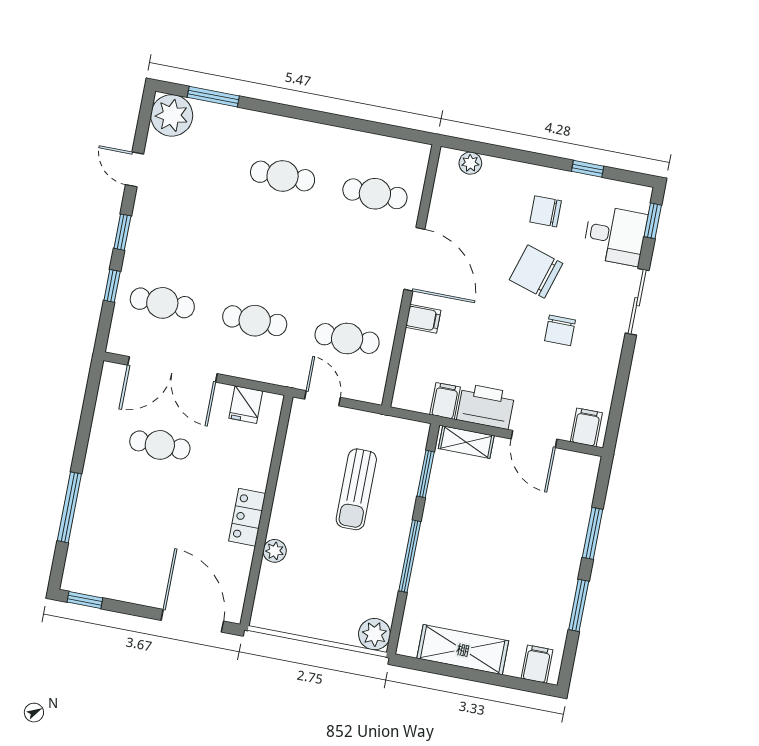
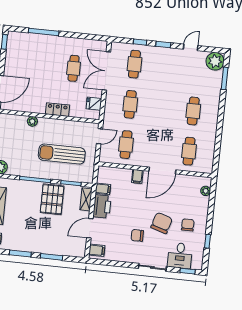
sun lounger: (356, 489) -> (62, 154), width x1.36, depth x1.34
locker: (247, 517) -> (57, 110), moved
pallet: (459, 521) -> (52, 199), added

